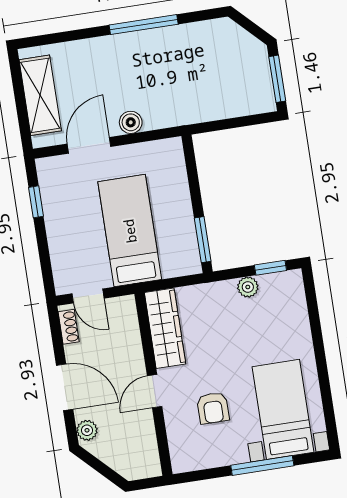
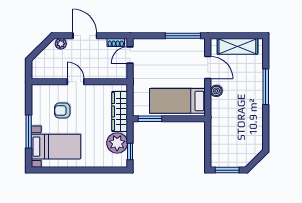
window: (144, 25) -> (266, 87), moved
window: (36, 202) -> (183, 36), width x2.17
bed: (130, 231) -> (177, 101), moved, turned 180
plant: (248, 287) -> (117, 143), width x1.88, depth x1.88
wardrobe: (165, 328) -> (120, 111), moved, turned 90
door: (65, 387) -> (85, 36), swing flipped

